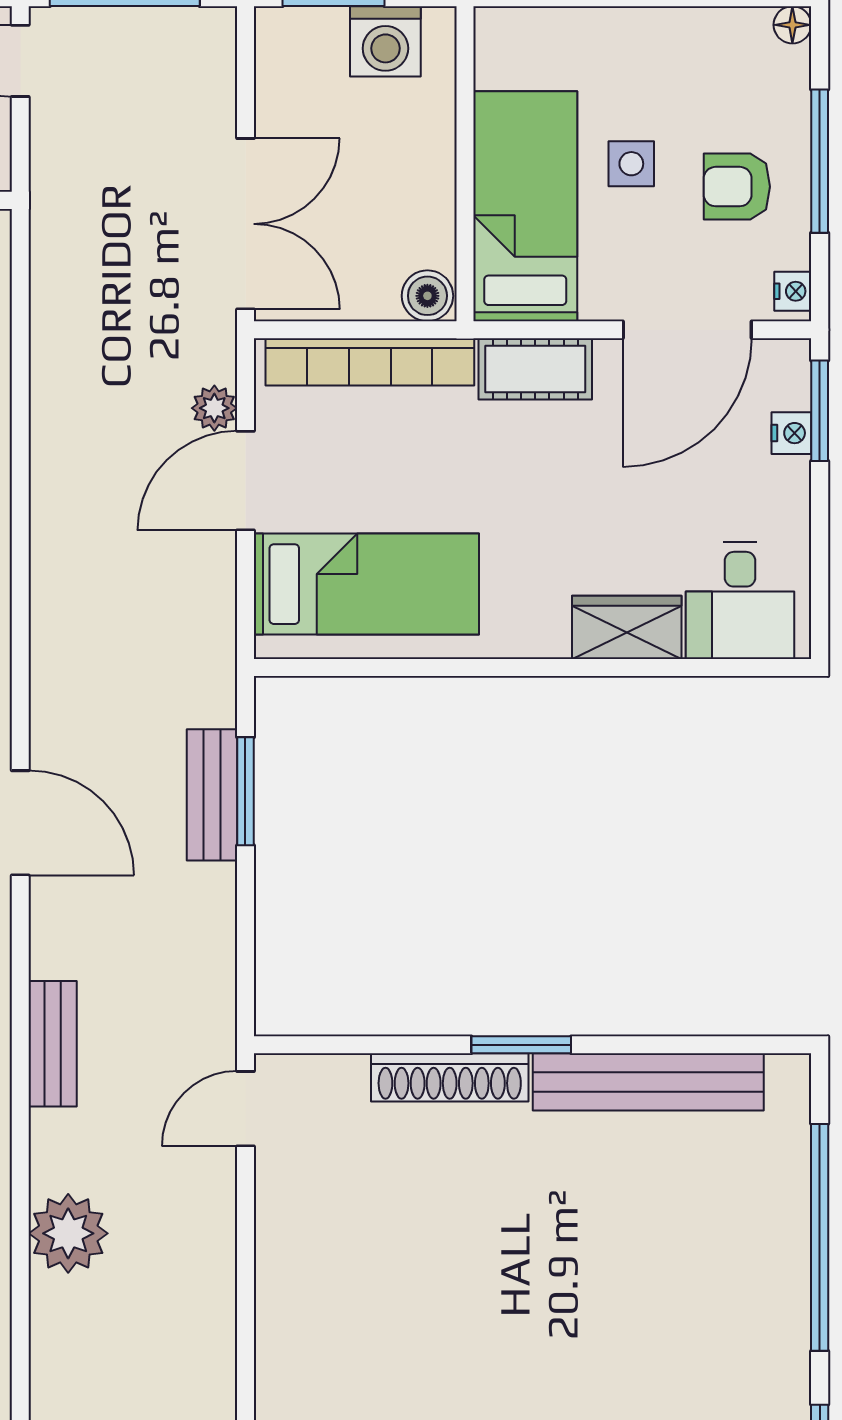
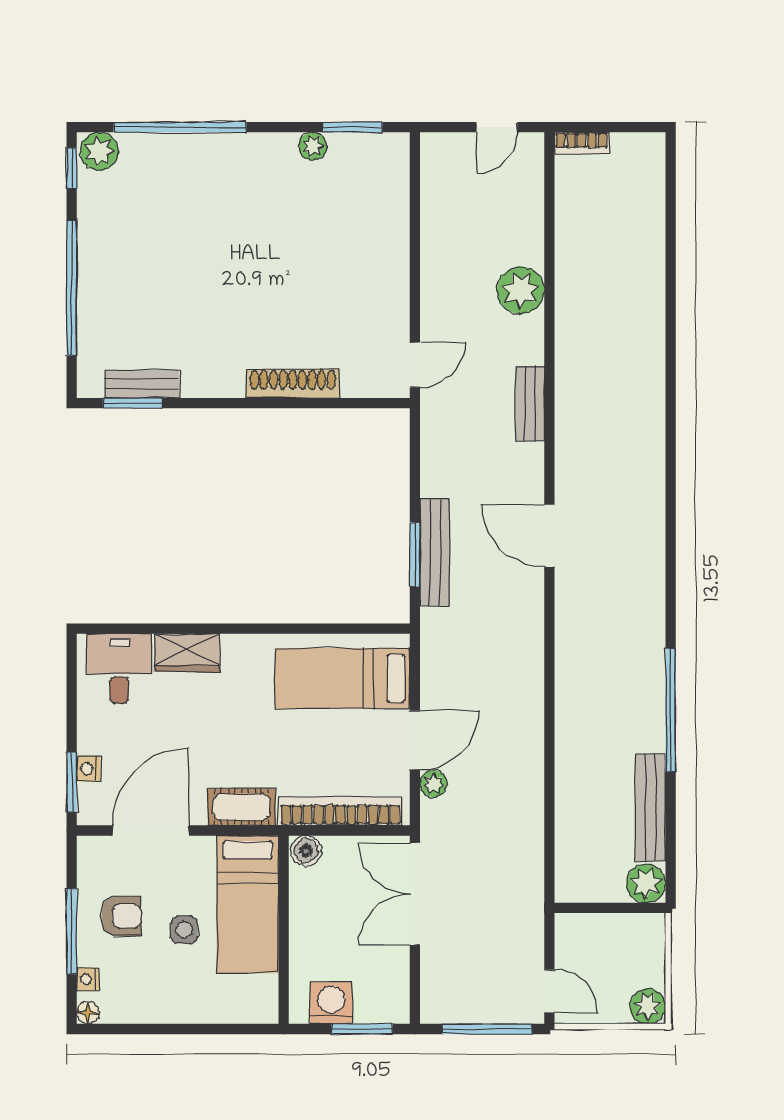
nightstand: (793, 291) -> (88, 979), moved
bench: (212, 795) -> (435, 552), width x1.36
window: (521, 1045) -> (133, 403), moved
bench: (648, 1082) -> (142, 384), width x0.54, depth x0.82

